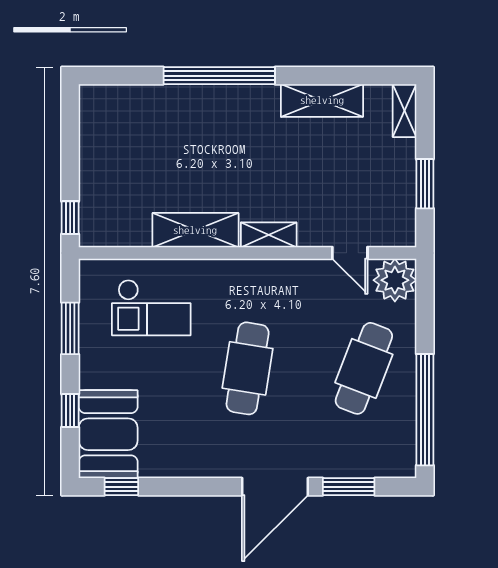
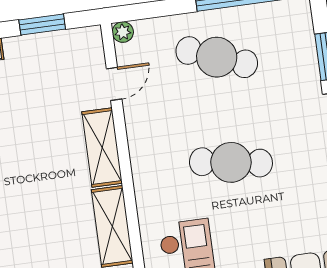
shelving: (269, 235) -> (102, 148), width x1.50, depth x1.33
plant: (395, 280) -> (123, 32), width x0.53, depth x0.53

